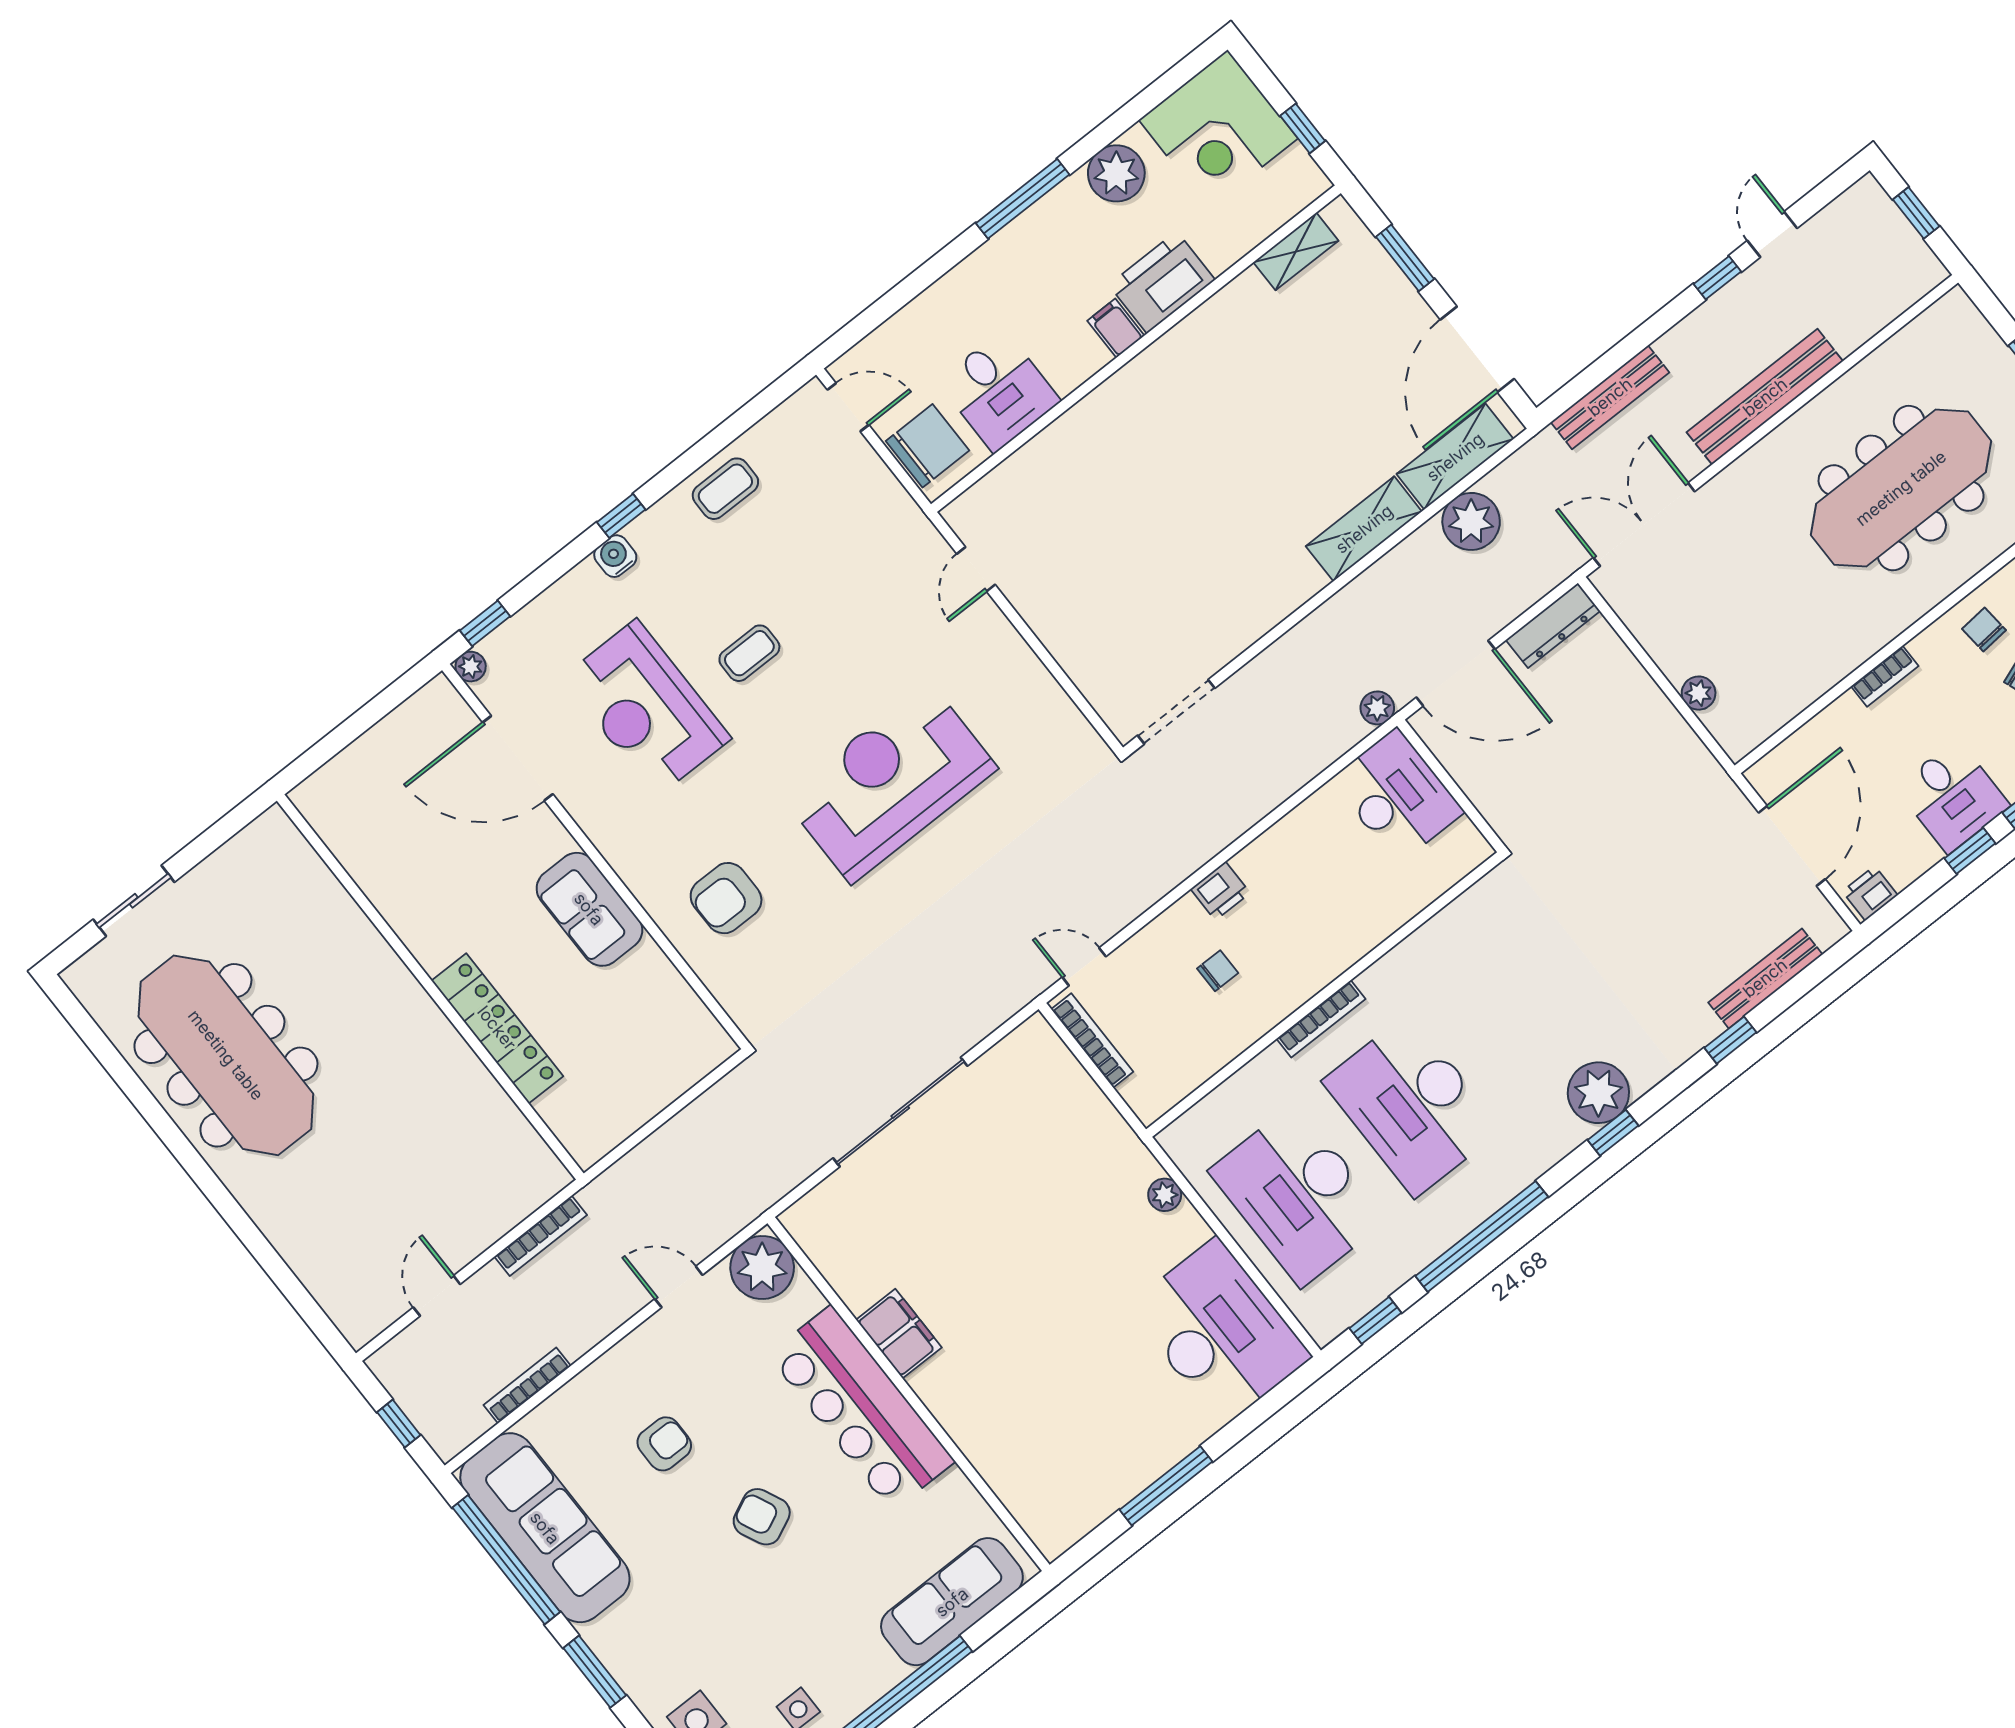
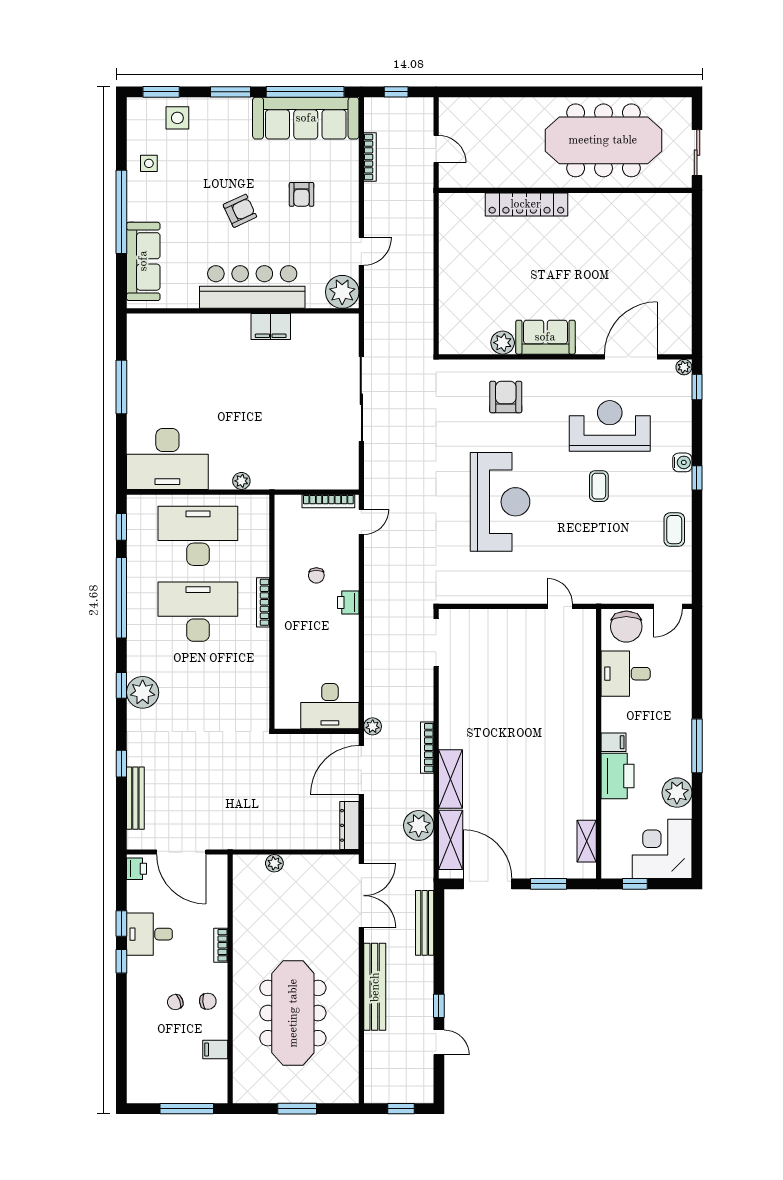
plant: (648, 967) -> (503, 343), added
wall: (430, 987) -> (565, 190), moved
locker: (497, 1028) -> (526, 204), moved
bookcase: (541, 1236) -> (427, 748), moved

